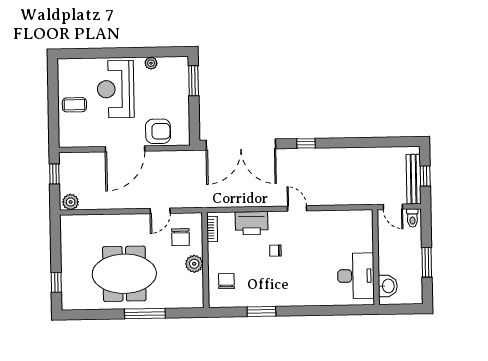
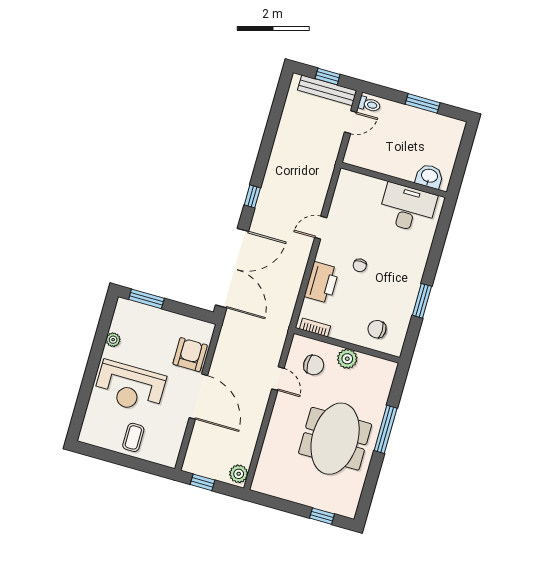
wall: (376, 257) -> (394, 180), moved
desk: (356, 276) -> (408, 208), moved
washbasin: (388, 286) -> (429, 176), moved

